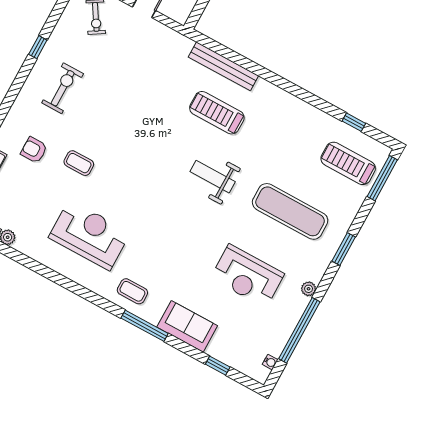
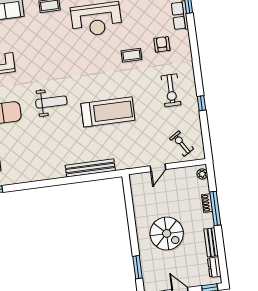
treadmill: (217, 113) -> (108, 112), moved, width x1.37, depth x1.38
armchair: (34, 150) -> (162, 44), turned -90

